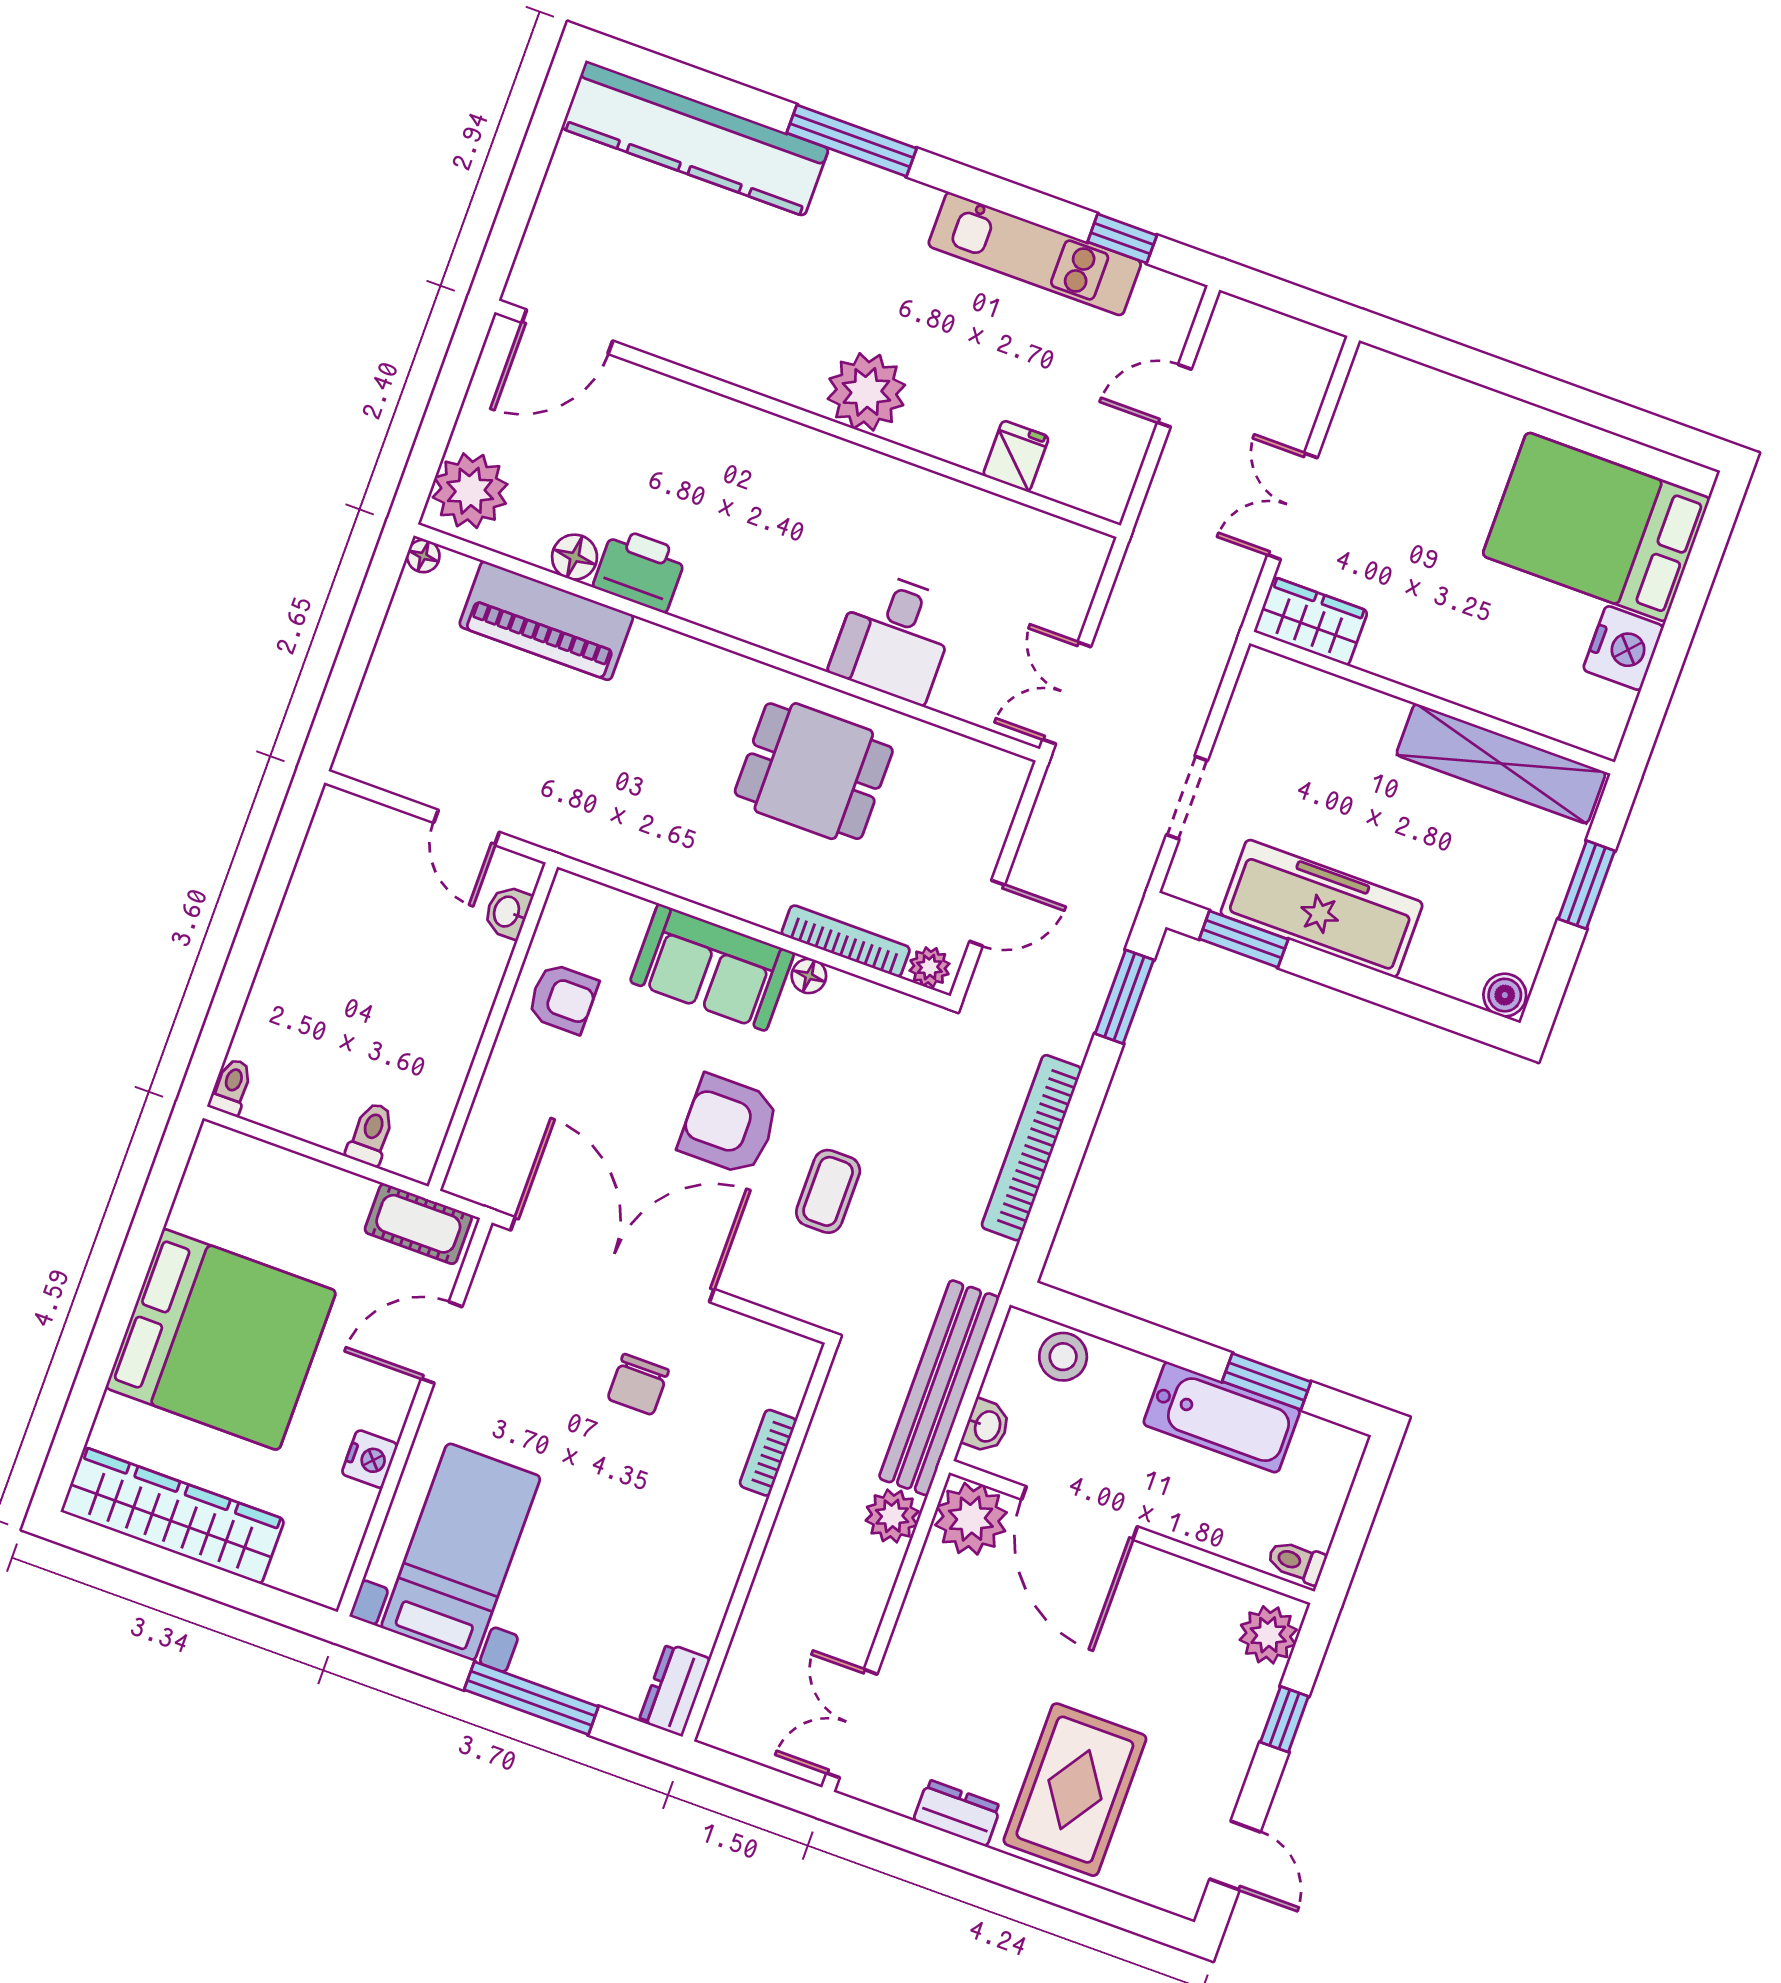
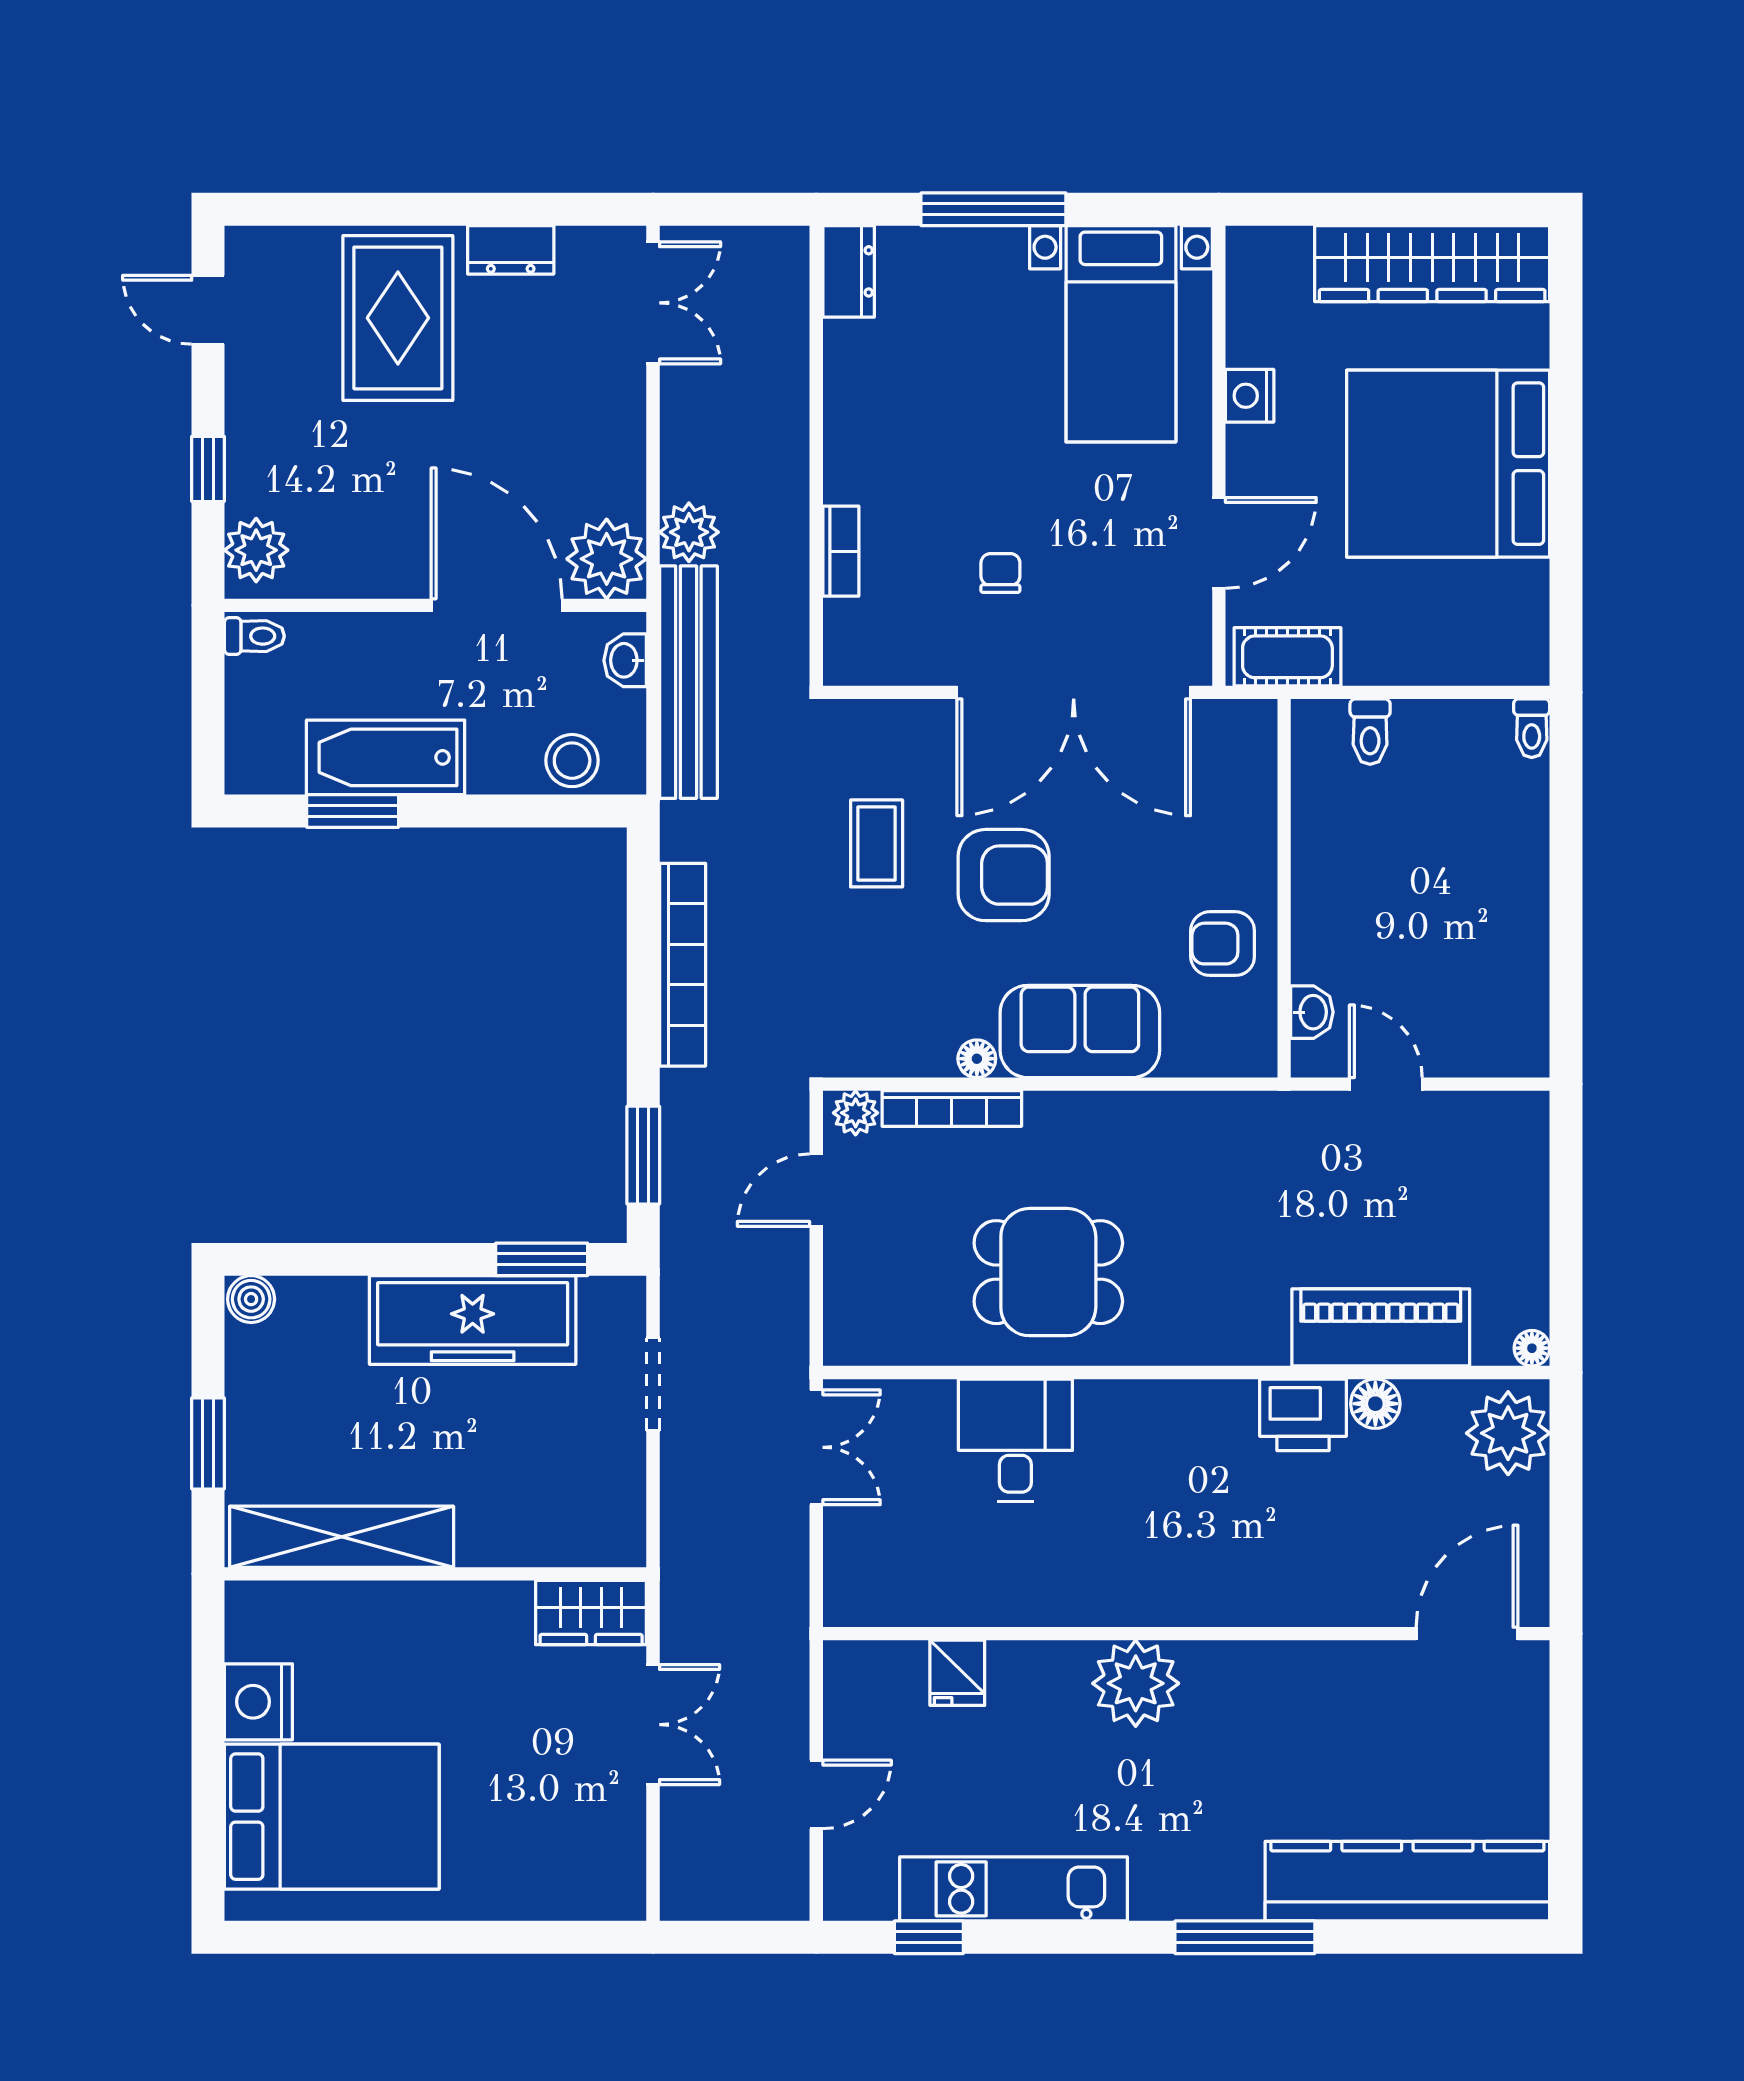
chair: (638, 1384) -> (1000, 573), width x0.73, depth x0.73

